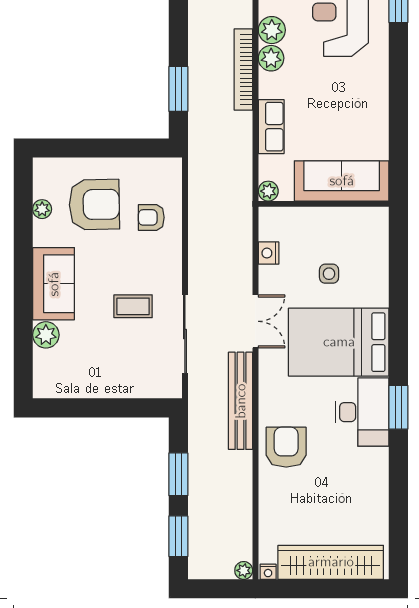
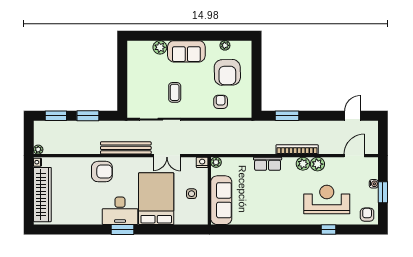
sofa: (342, 181) -> (221, 200), moved
plant: (268, 191) -> (216, 162), moved
wall: (324, 204) -> (209, 191), moved

